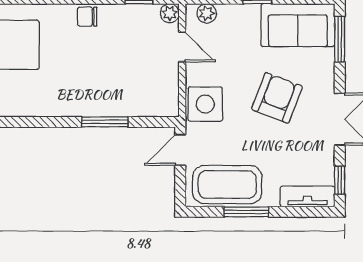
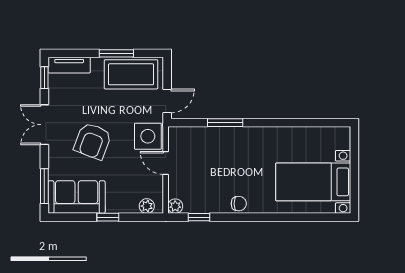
door: (182, 47) -> (166, 163), moved

